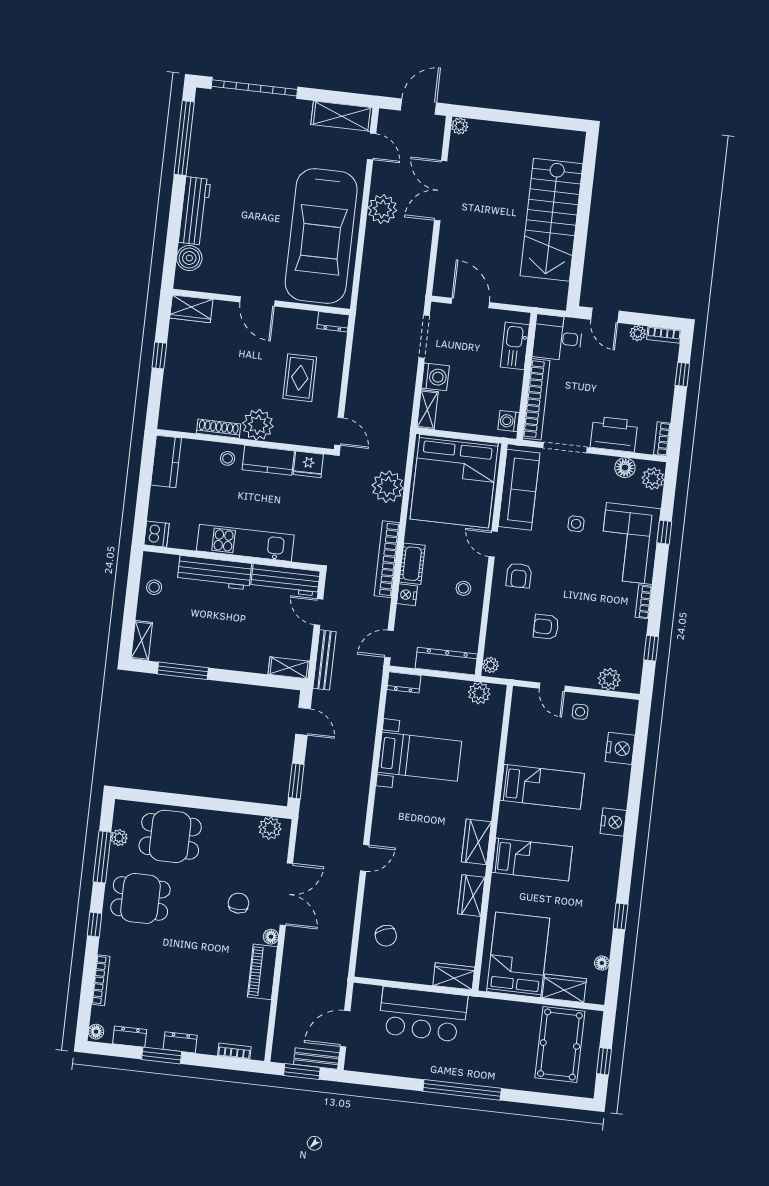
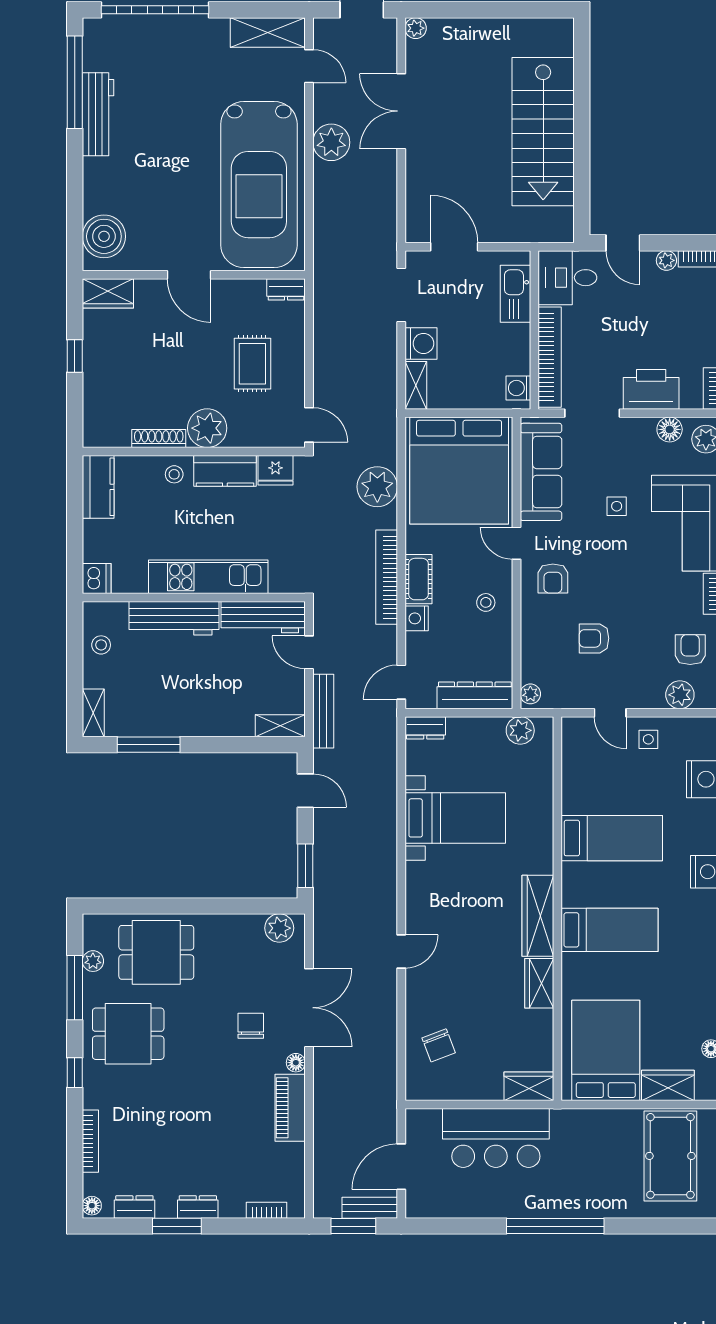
workbench: (195, 211) -> (98, 114), moved
boiler: (189, 258) -> (104, 236), width x1.37, depth x1.37
armchair: (621, 644) -> (690, 650), added
wardrobe: (476, 842) -> (538, 916), width x1.50

